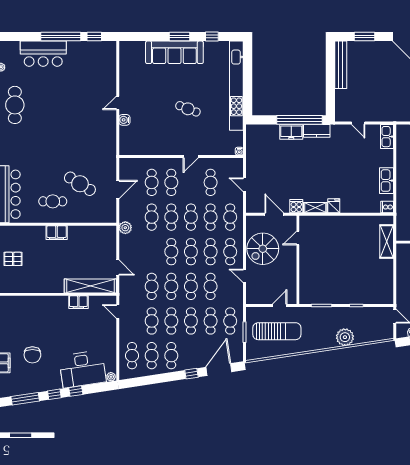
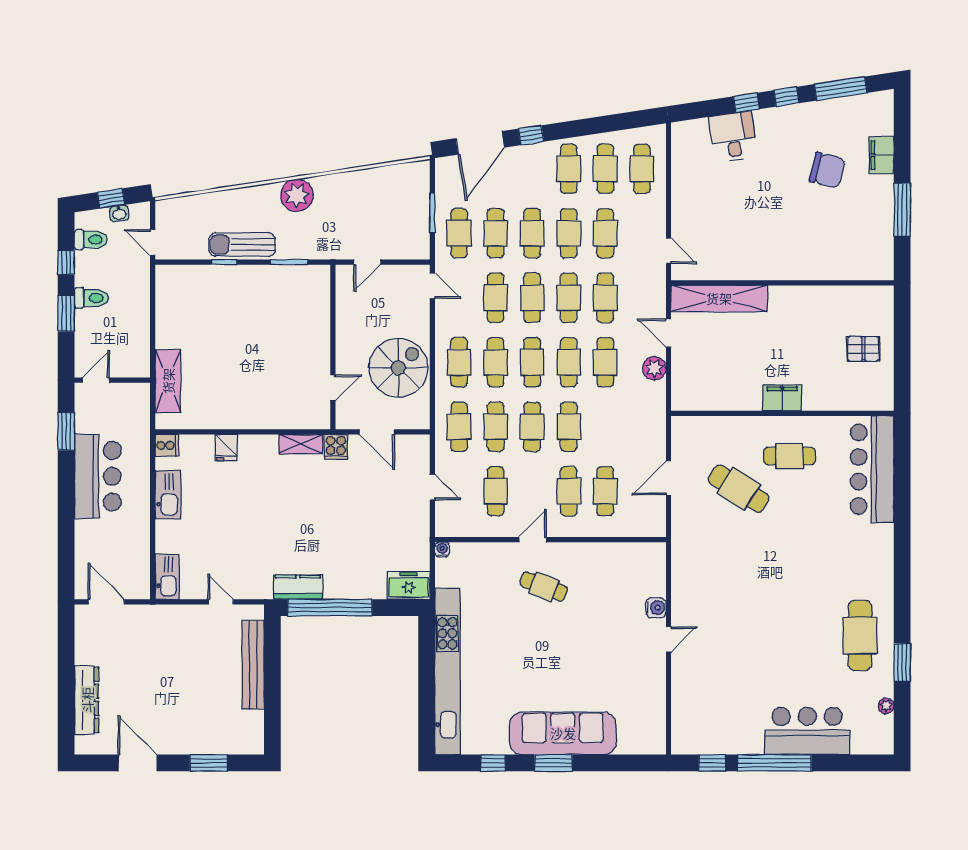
bench: (341, 65) -> (253, 665), moved
cafe table: (188, 109) -> (544, 586), moved
freezer: (291, 132) -> (409, 585), moved
fridge: (334, 206) -> (226, 448), moved
cafe table: (152, 217) -> (605, 362), moved
plant: (125, 228) -> (654, 368), moved
door: (244, 276) -> (432, 286), moved
filing cabinet: (78, 302) -> (742, 268), removed
sun lounger: (277, 331) -> (242, 245), moved, width x0.73, depth x0.75
plant: (345, 337) -> (297, 195), moved
chair: (32, 355) -> (827, 170), turned 104
desk: (82, 369) -> (733, 137), width x0.53, depth x0.77
plant: (111, 377) -> (681, 129), removed

